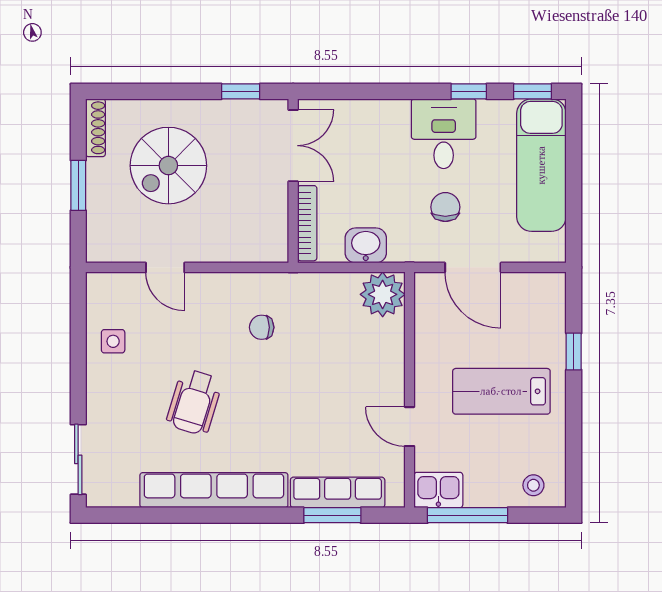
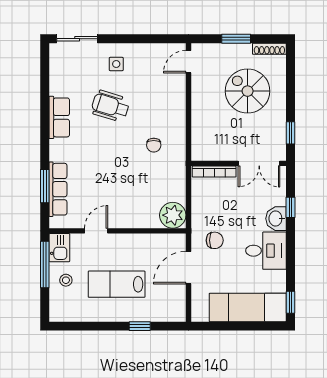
window: (469, 91) -> (291, 207), moved
chair: (445, 207) -> (215, 240), moved
washbasin: (366, 245) -> (276, 219), moved, turned 180
door: (165, 267) -> (188, 62), moved
chair: (262, 327) -> (154, 145), turned 180
side table: (113, 341) -> (116, 64), moved
lab bench: (501, 391) -> (117, 284), turned -90
stool: (533, 485) -> (66, 280), moved
row of seats: (214, 490) -> (59, 117), width x0.50

